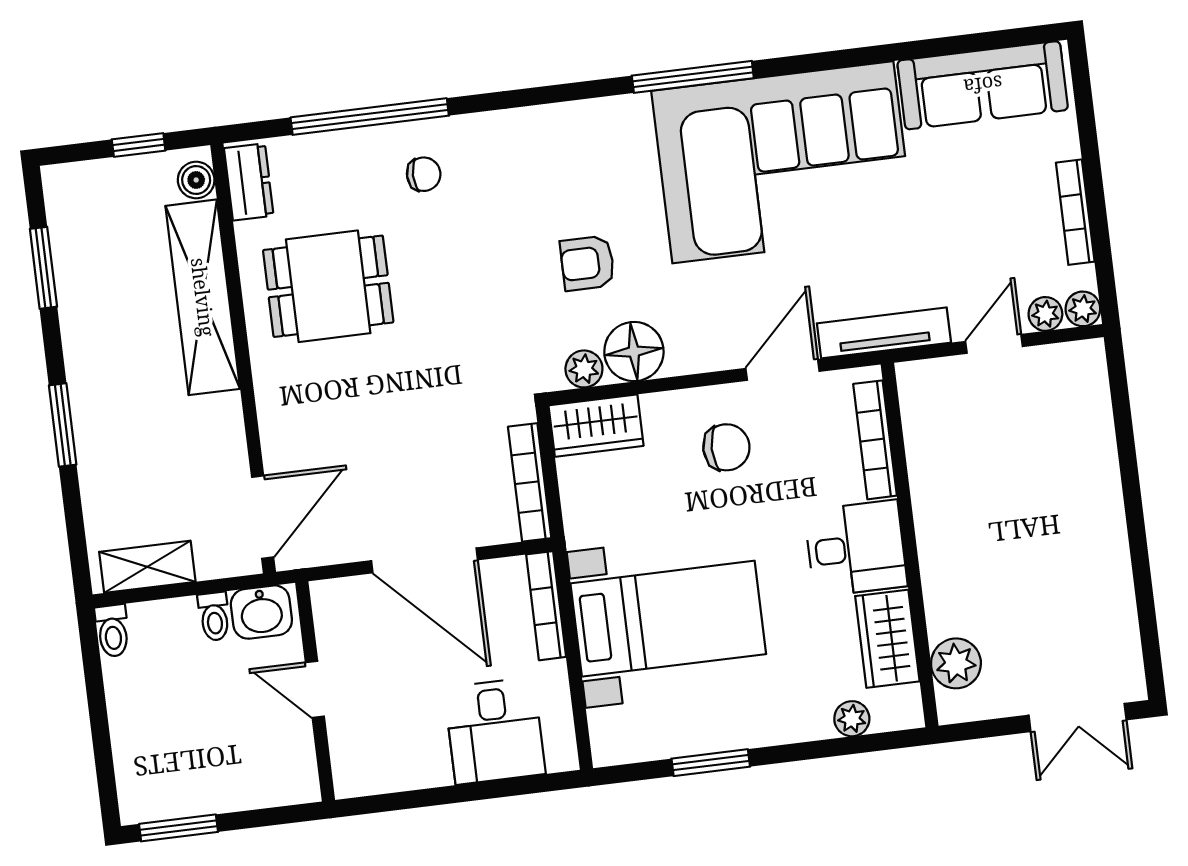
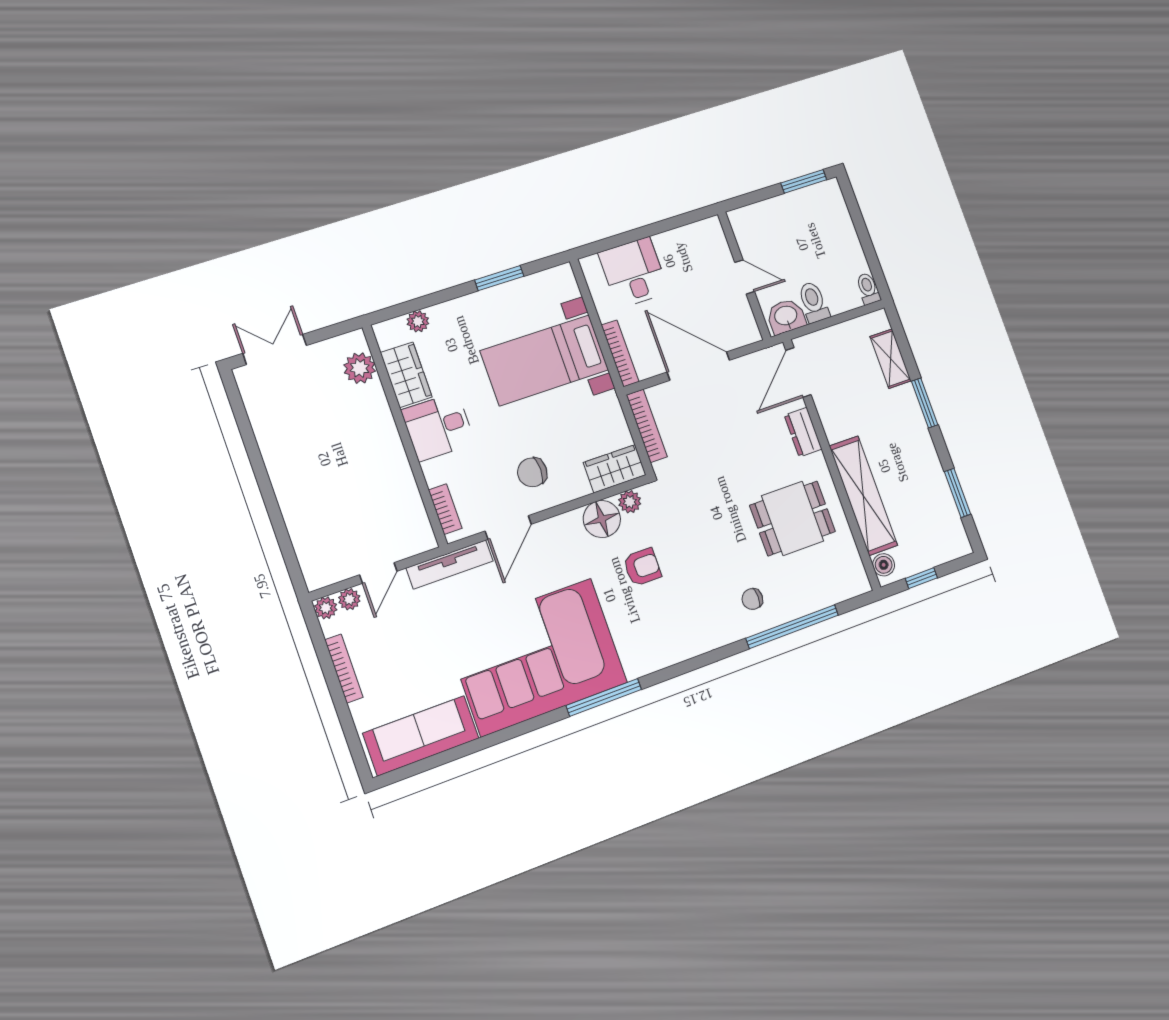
dresser: (249, 182) -> (803, 432), moved
bookcase: (875, 440) -> (445, 509), width x0.64
shelving: (147, 567) -> (891, 359), moved, turned 90
toilet: (214, 617) -> (814, 302), width x1.37, depth x1.39

